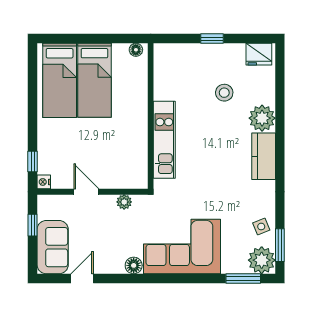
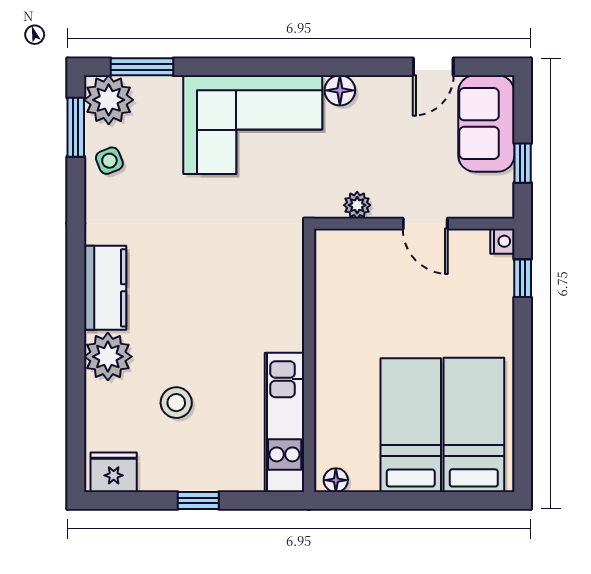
kitchen unit: (164, 140) -> (285, 422), moved

